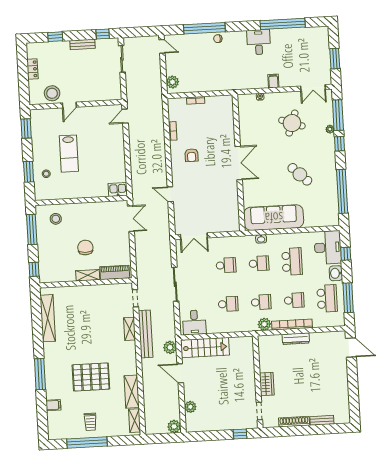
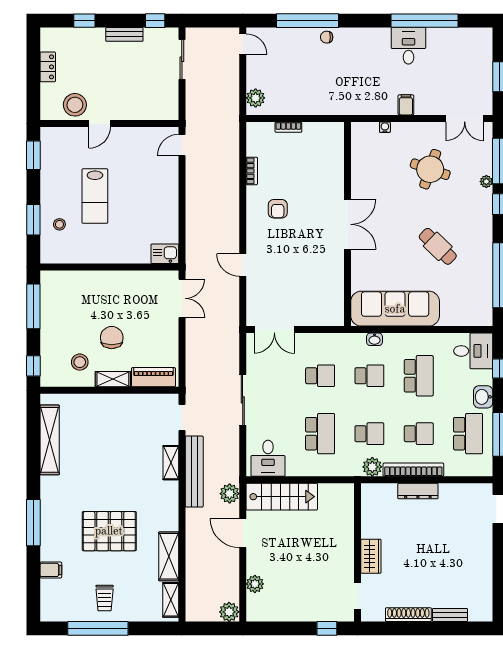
desk: (259, 42) -> (408, 46), moved
stool: (56, 219) -> (80, 362), moved
desk: (328, 247) -> (473, 351), width x0.73
school desk: (228, 304) -> (320, 434), width x1.85

